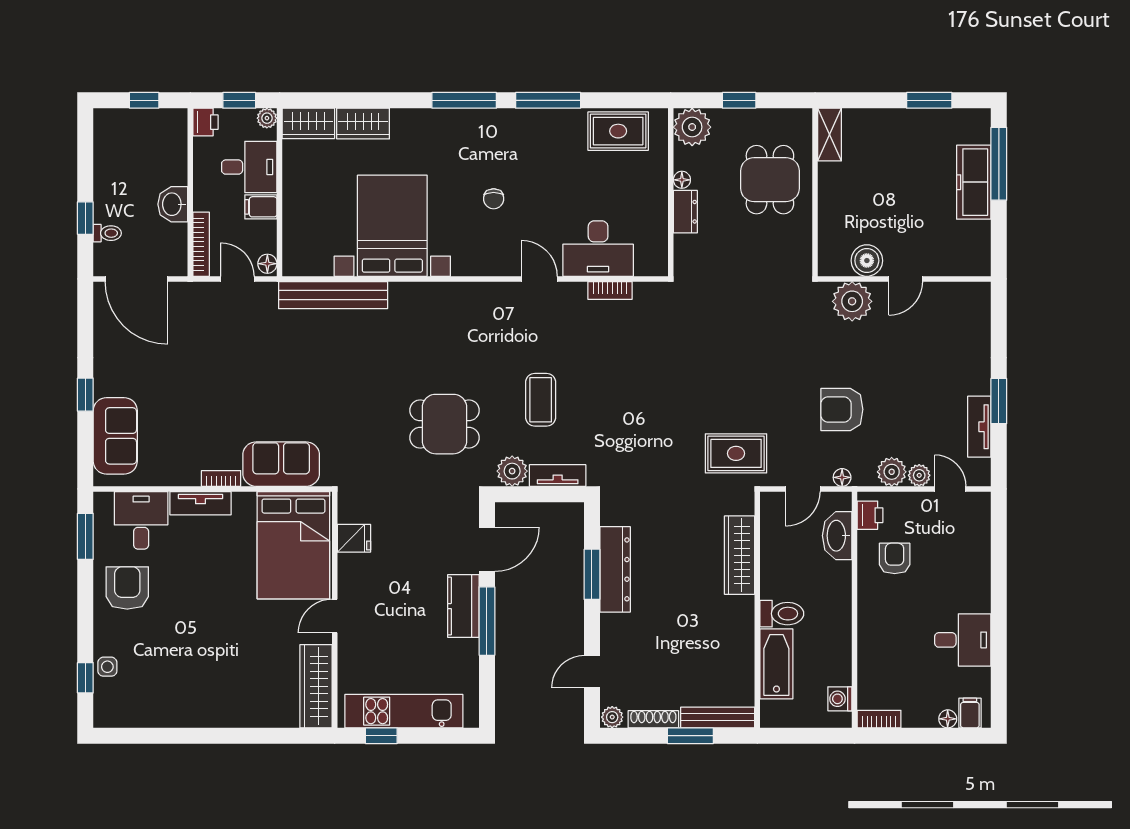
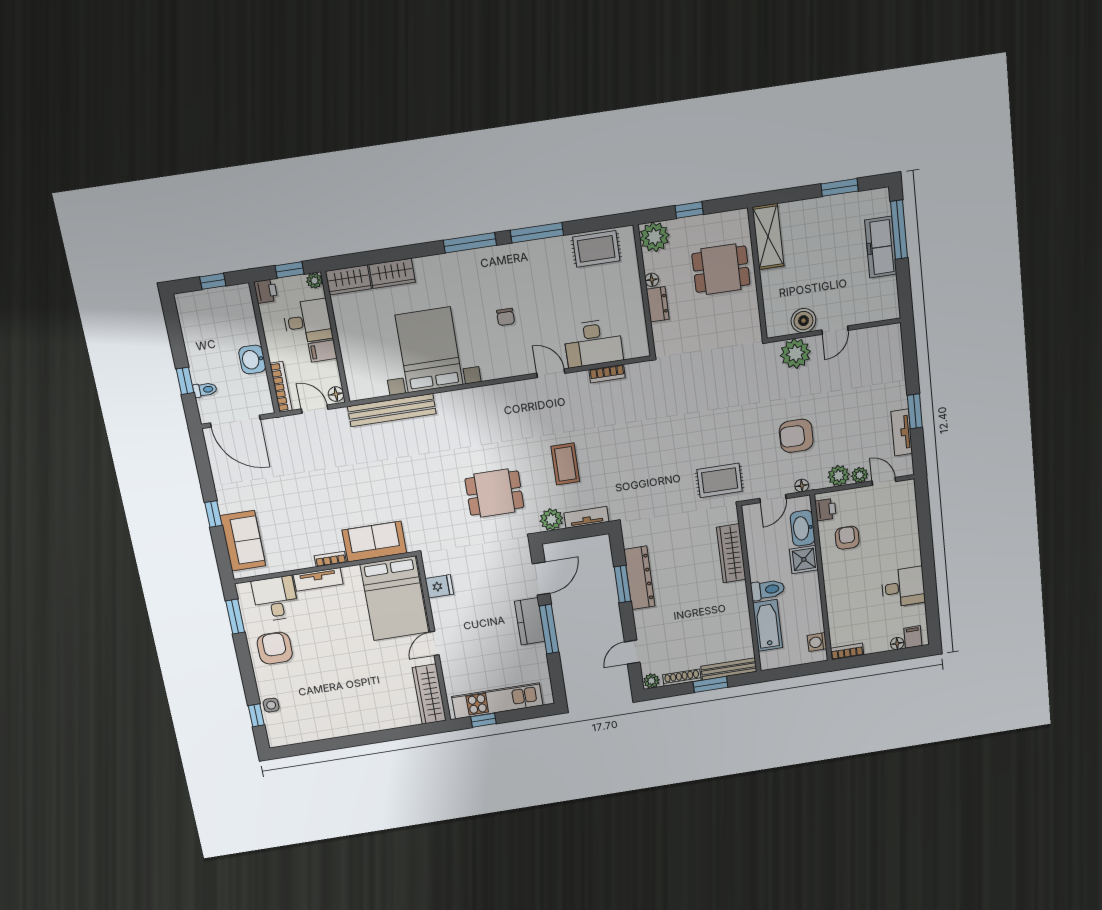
shelving: (830, 135) -> (768, 237), width x1.50, depth x1.33
dining table: (770, 180) -> (721, 269), turned 90
shower: (834, 579) -> (804, 559), added

